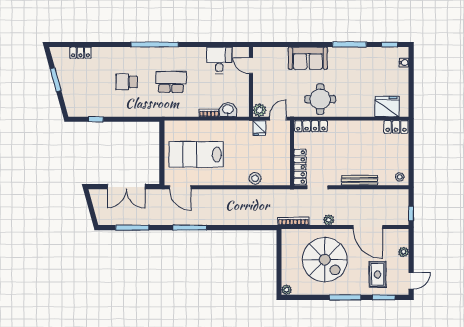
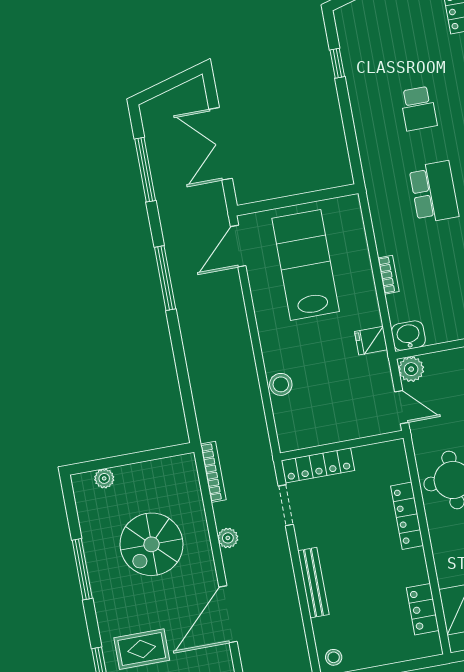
school desk: (127, 82) -> (419, 108), turned 180
washbasin: (228, 110) -> (408, 336), moved, turned -90
locker: (311, 126) -> (407, 516), moved
locker: (396, 127) -> (423, 609), moved
fridge: (259, 128) -> (371, 341), moved
spiral stairs: (325, 260) -> (151, 544), width x0.73, depth x0.73
plant: (287, 290) -> (104, 478), moved
window: (345, 297) -> (82, 569), moved

